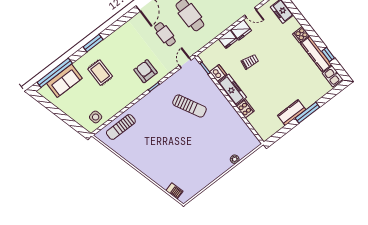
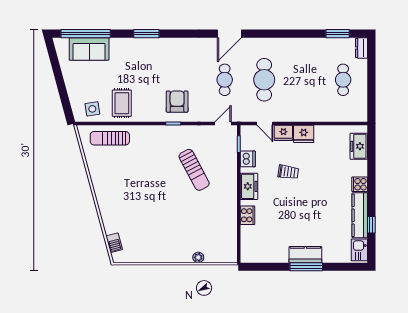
door: (251, 12) -> (265, 124), moved
rug: (100, 73) -> (122, 103), moved
freezer: (232, 90) -> (249, 186), width x0.71
kitchen counter: (292, 113) -> (305, 255), moved

